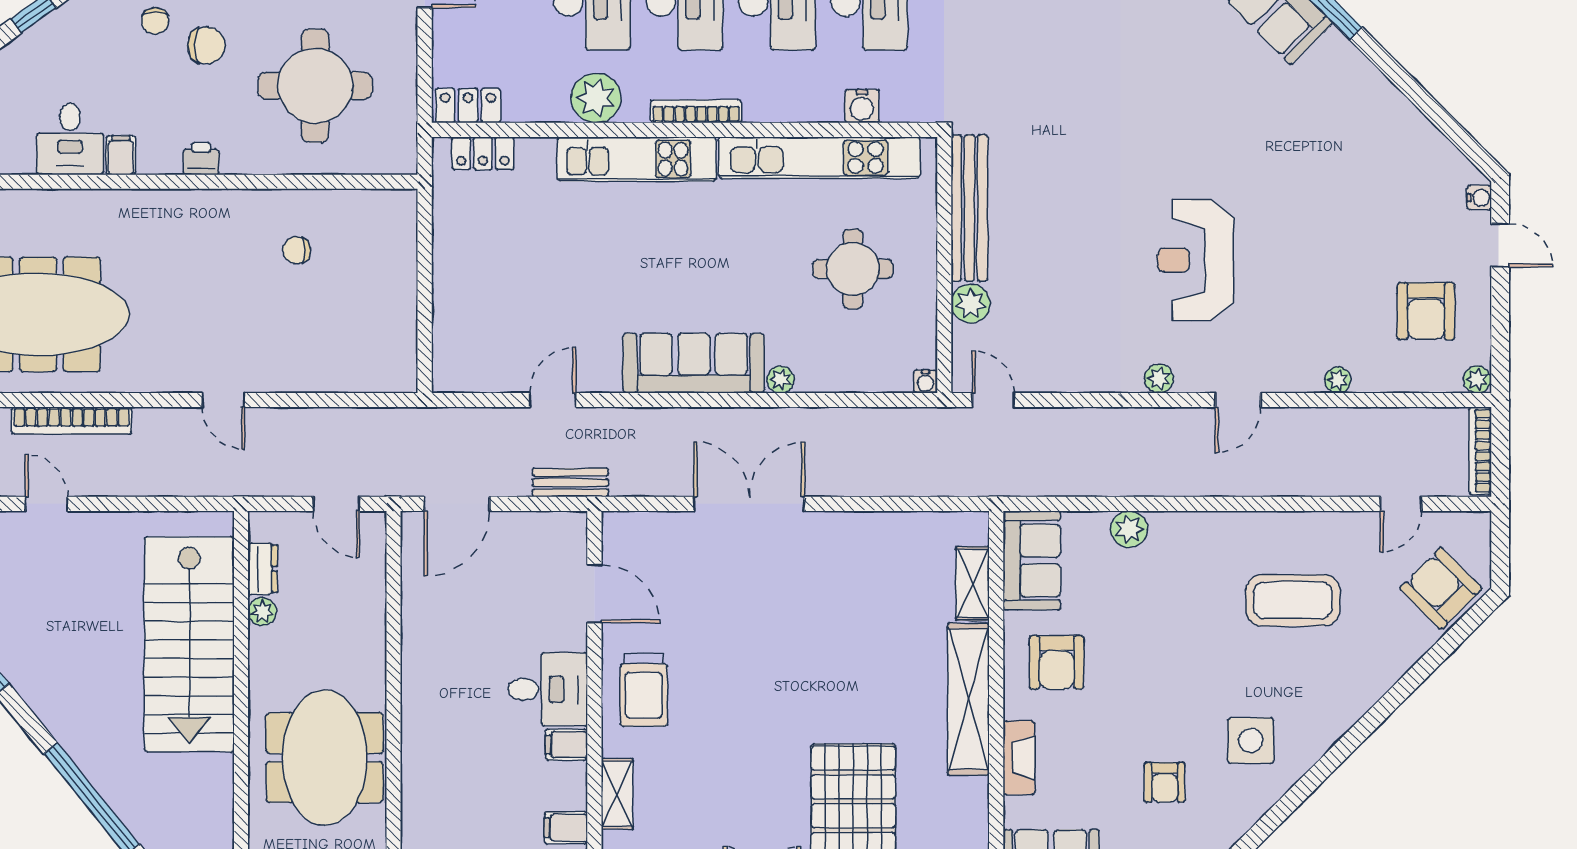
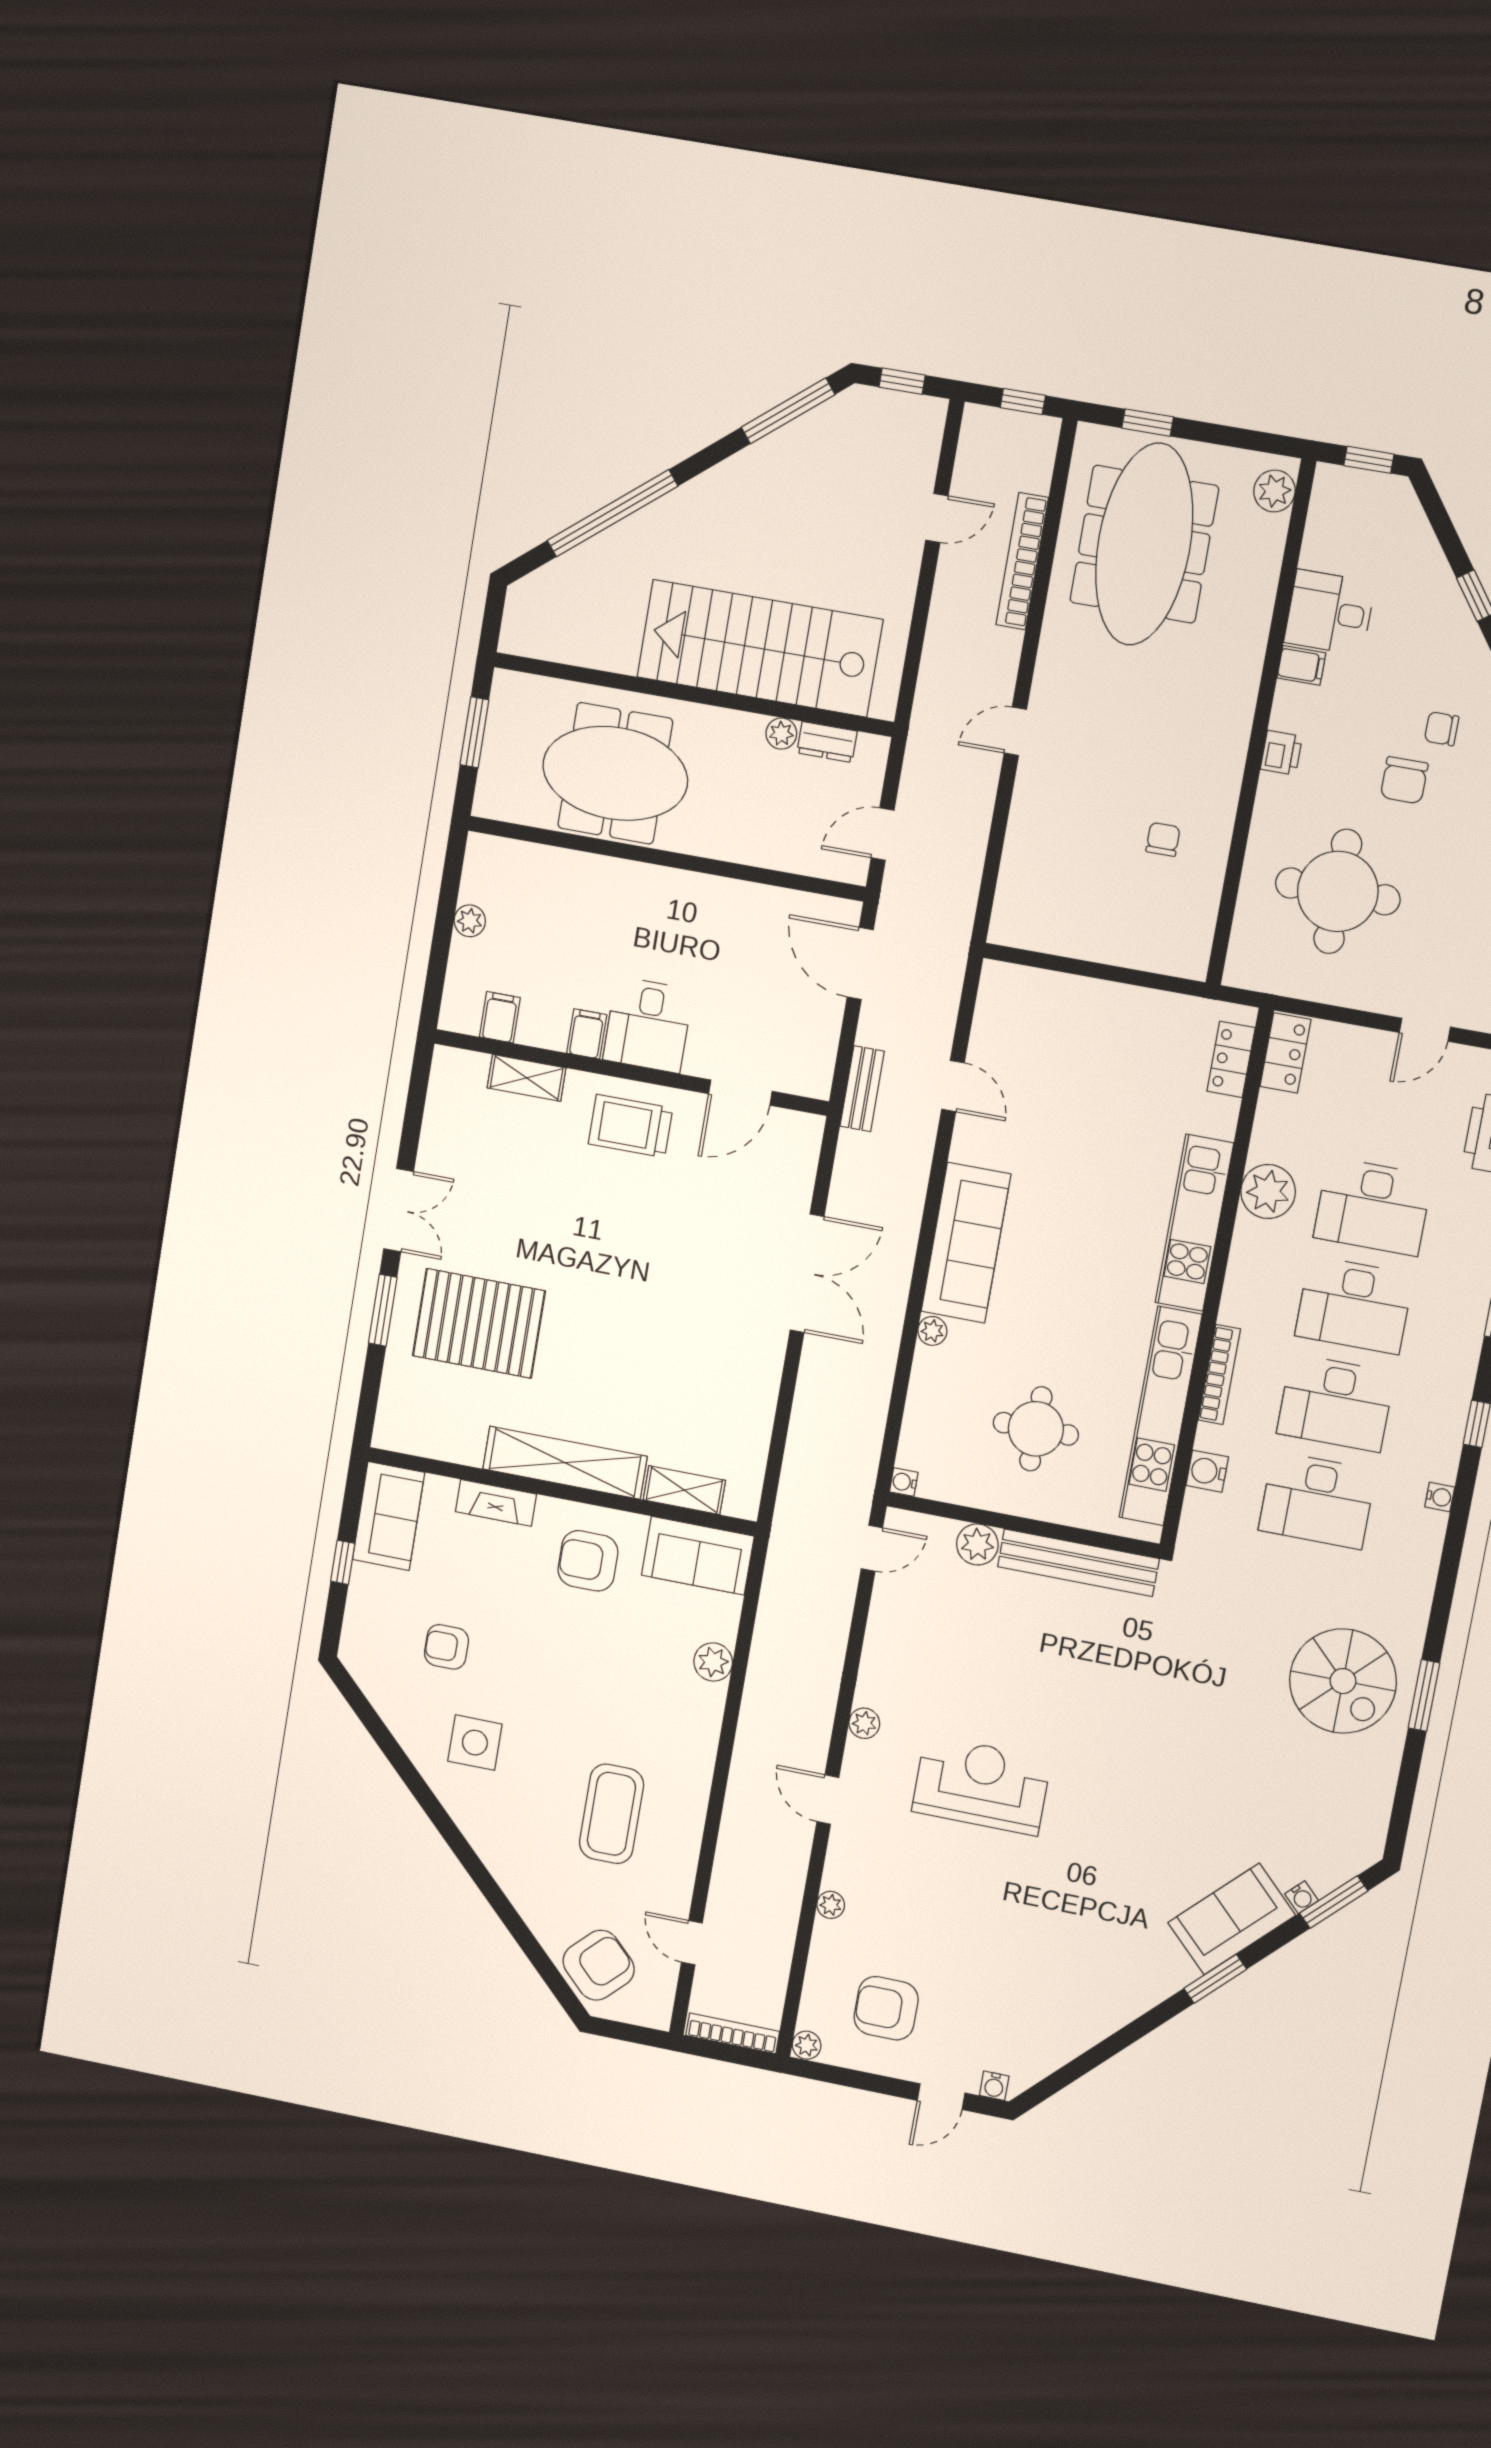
bookcase: (696, 111) -> (1219, 1374), moved

